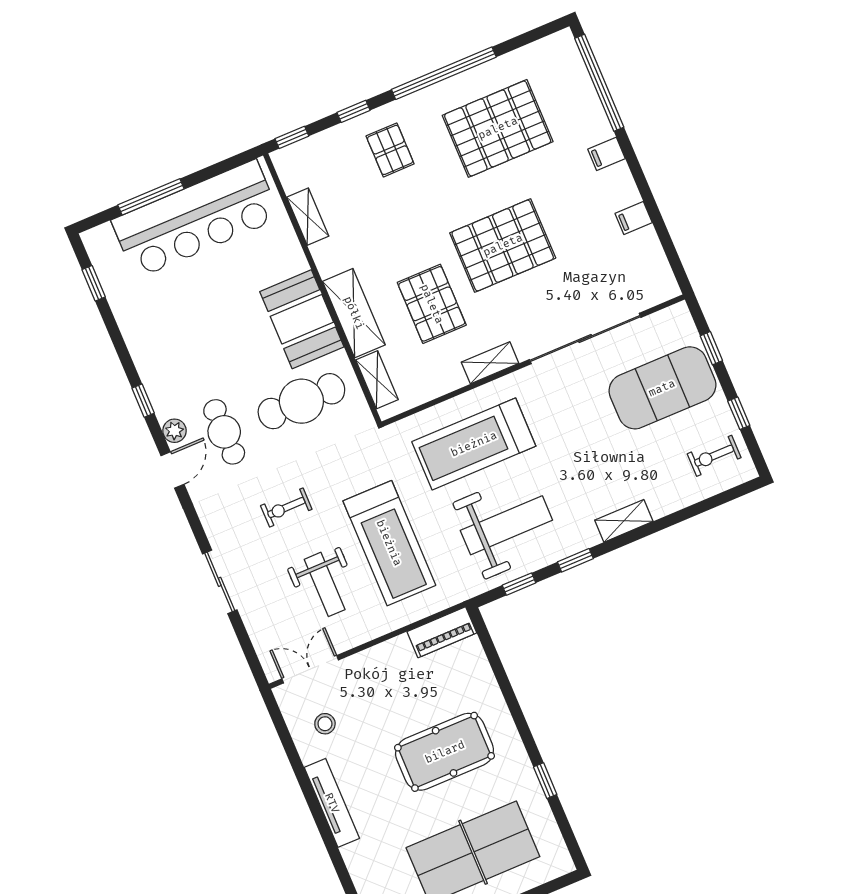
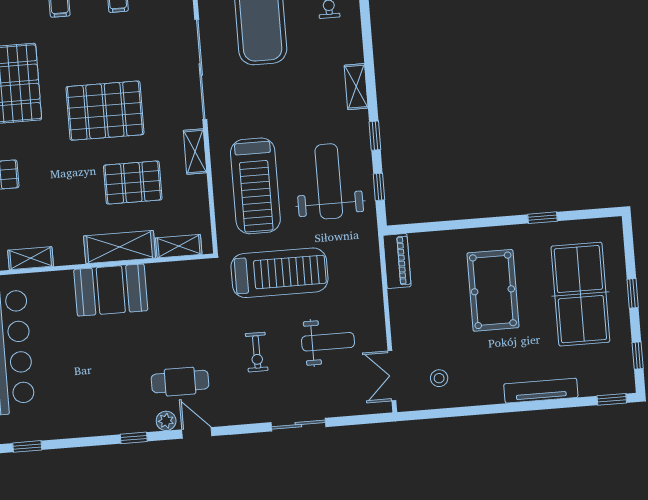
pallet: (503, 245) -> (105, 111), turned 90
cafe table: (301, 401) -> (176, 312), removed
treadmill: (389, 543) -> (279, 273), moved
tv unit: (332, 803) -> (541, 391), moved

